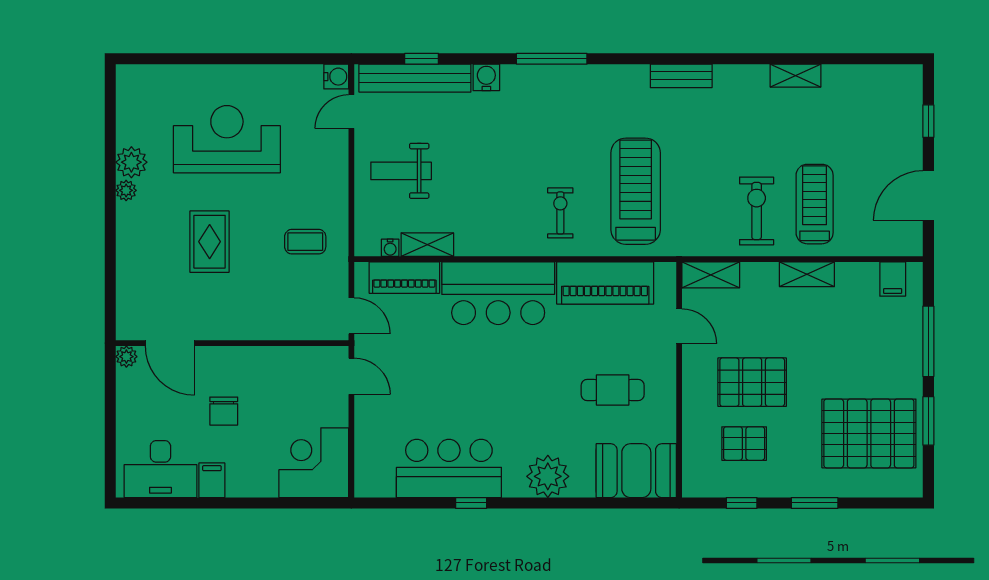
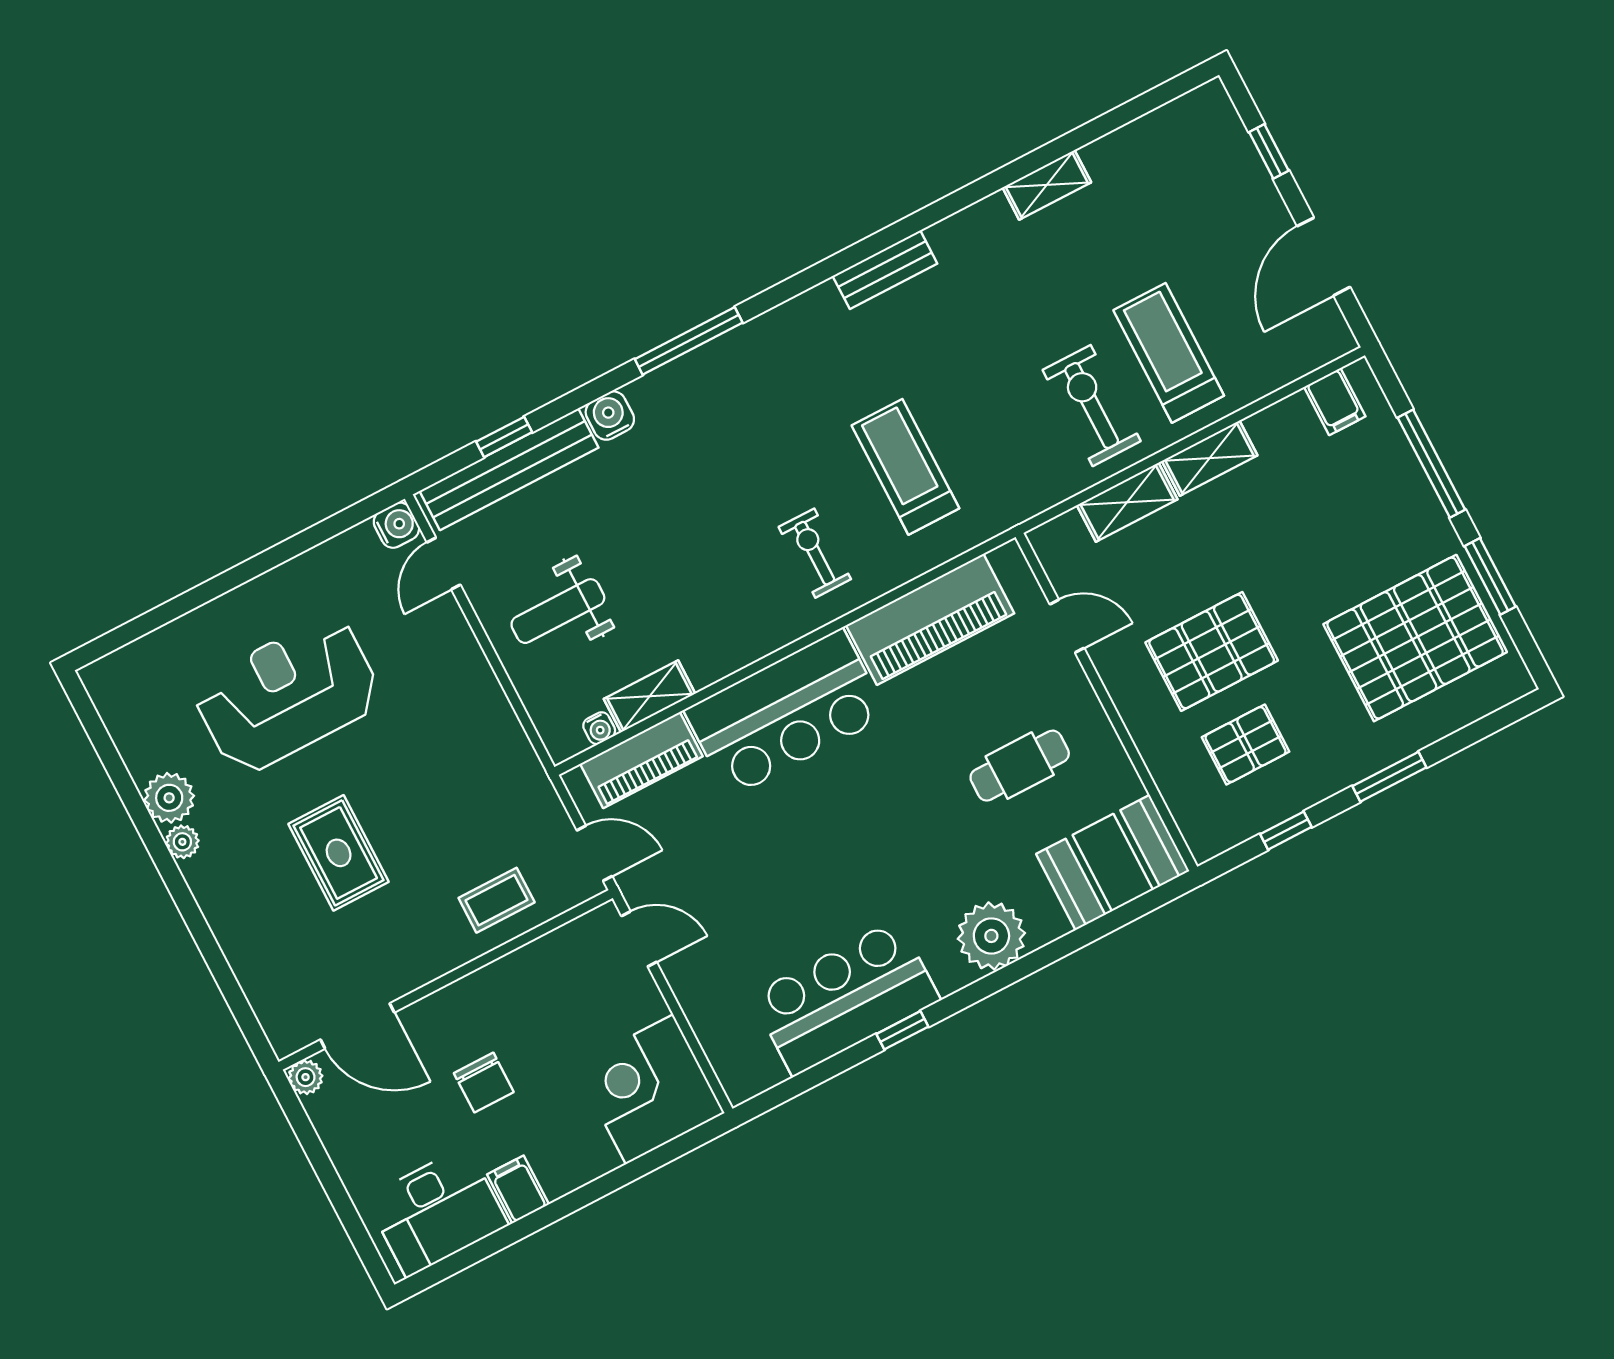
treadmill: (636, 191) -> (905, 467), width x0.73, depth x0.73
coffee table: (305, 242) -> (497, 900), moved
shelving: (711, 275) -> (1127, 502), moved

